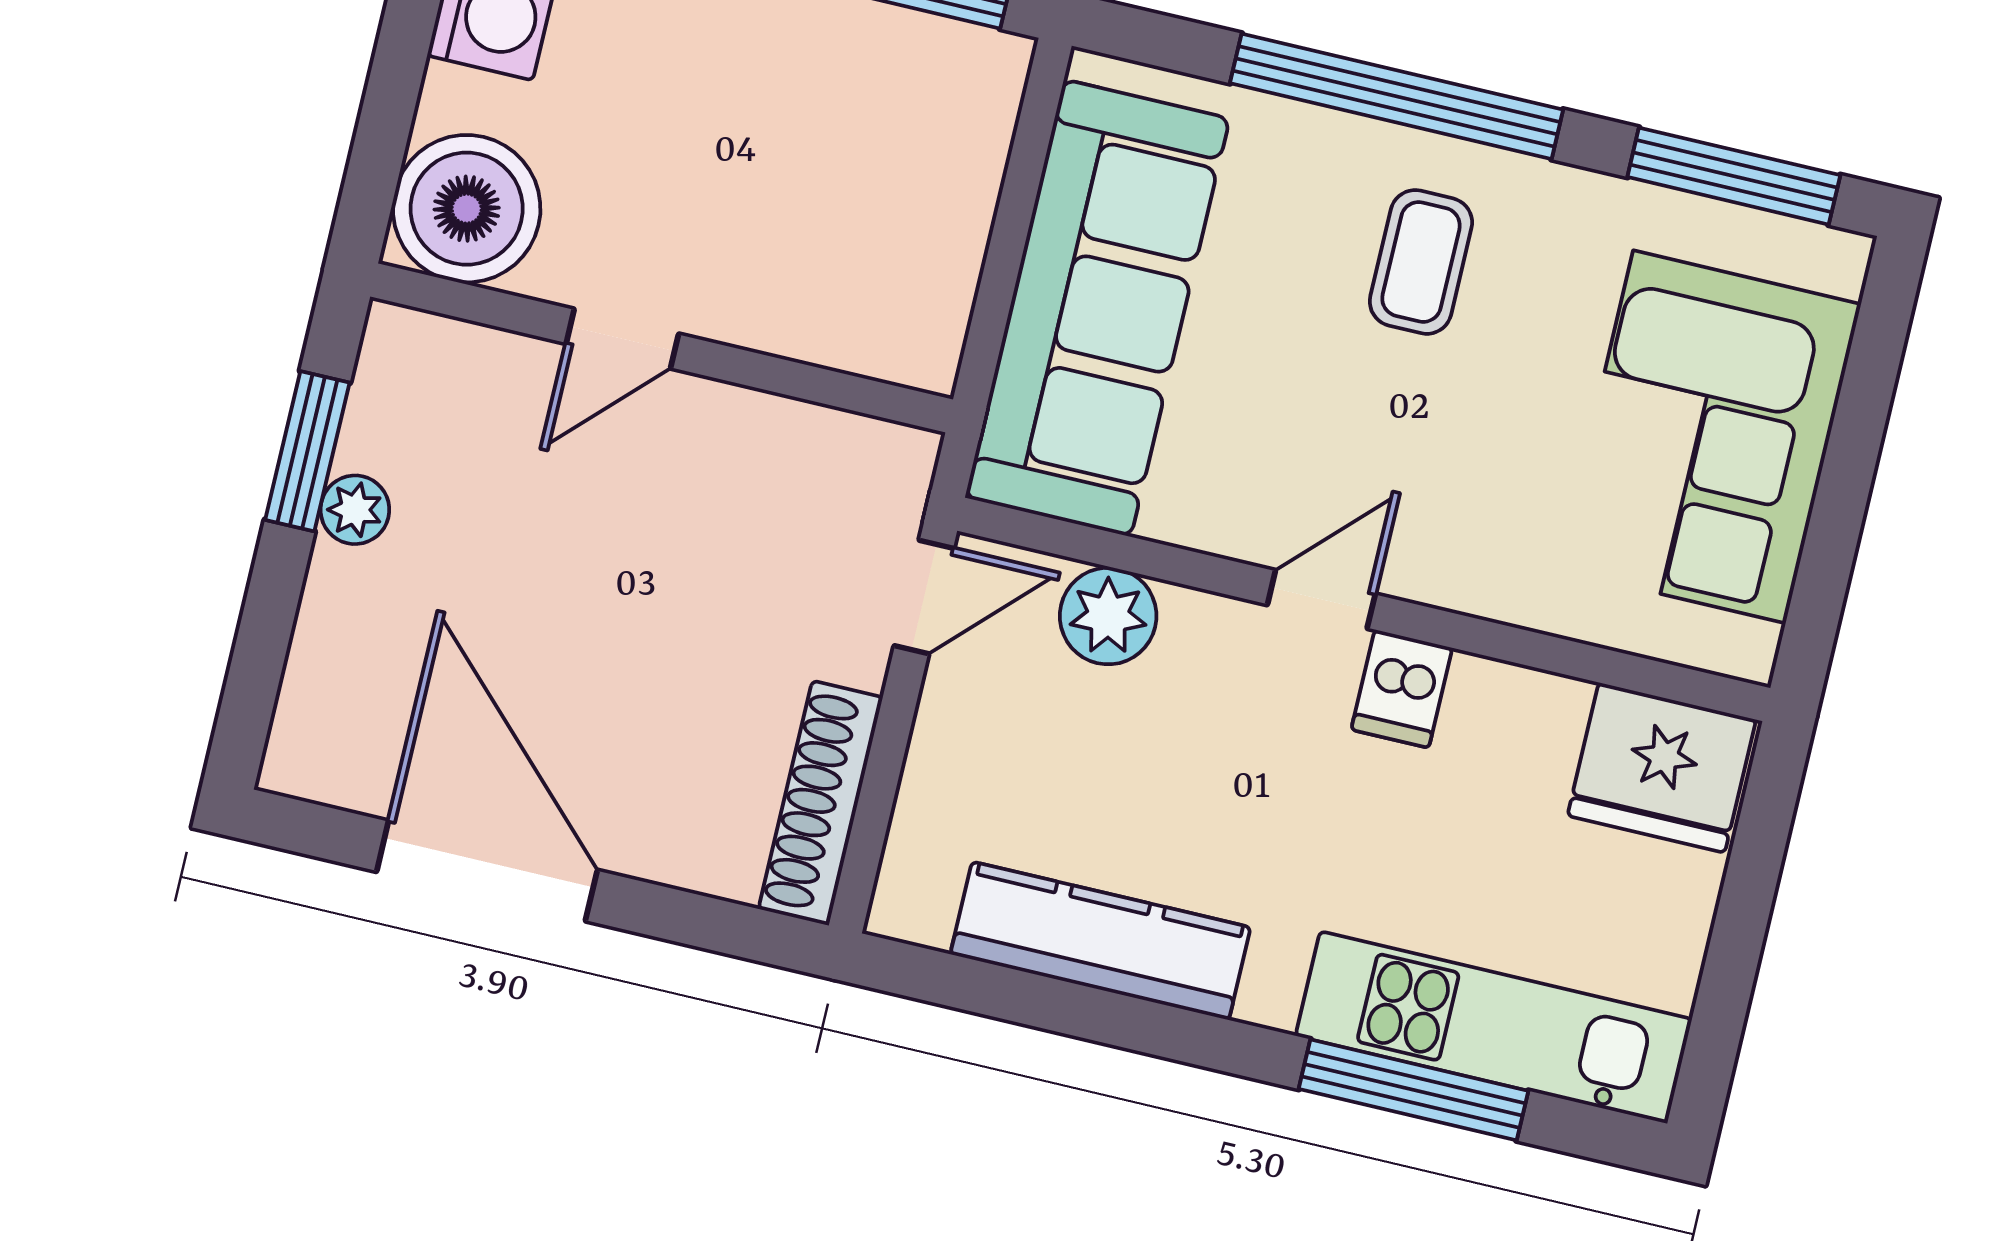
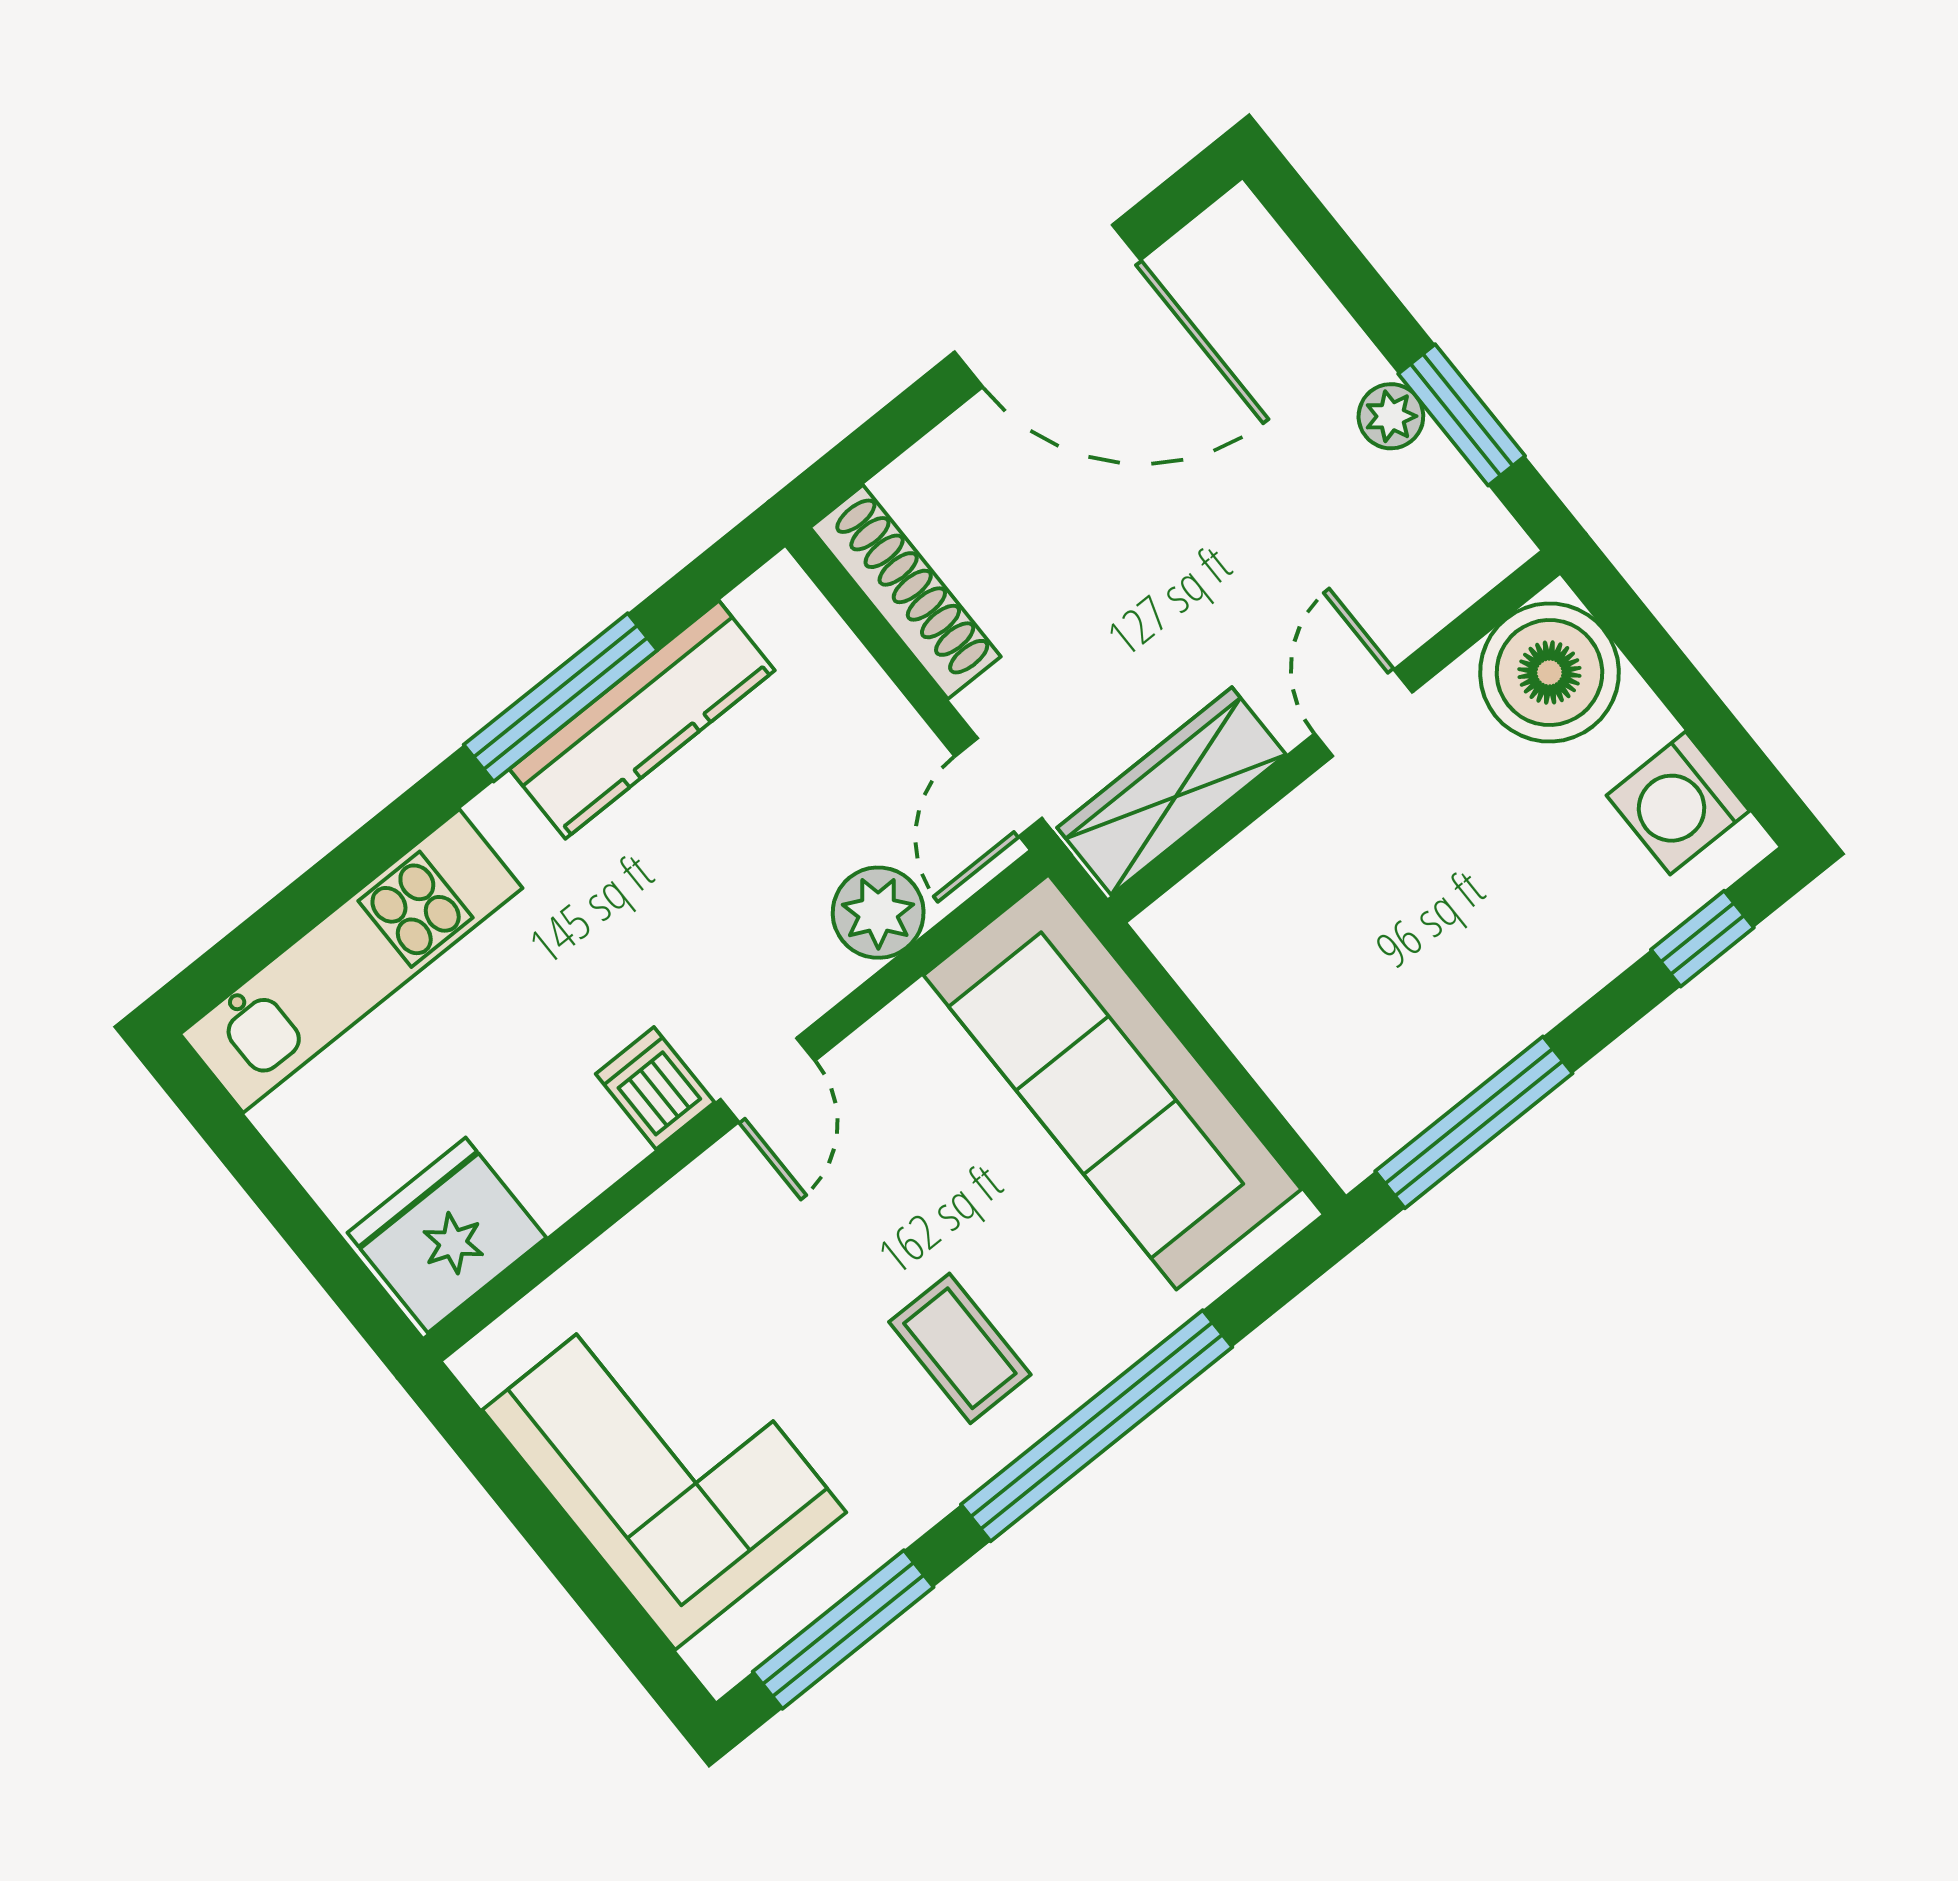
wardrobe: (814, 449) -> (1172, 791), added
window: (1413, 1090) -> (561, 697), moved

